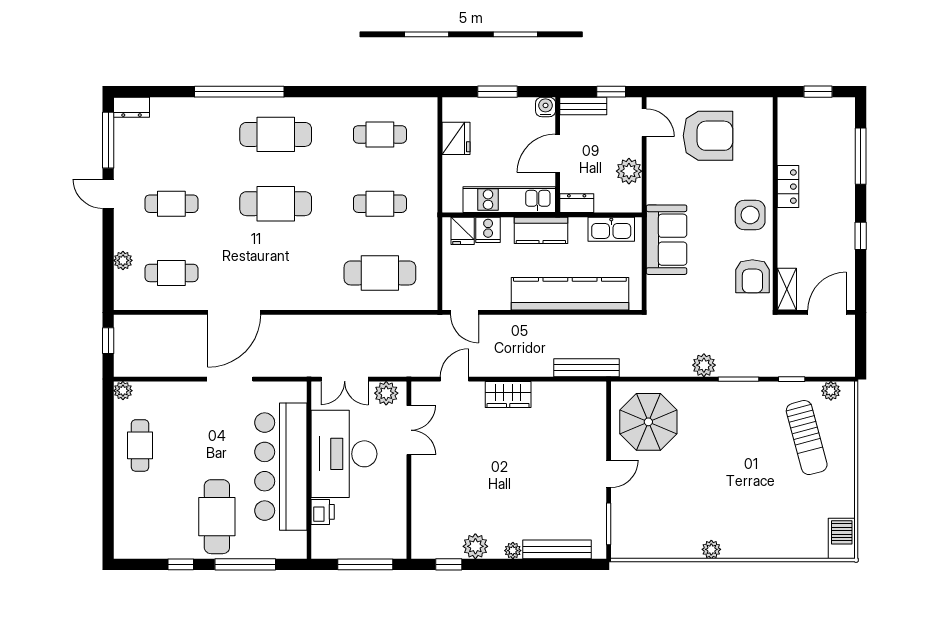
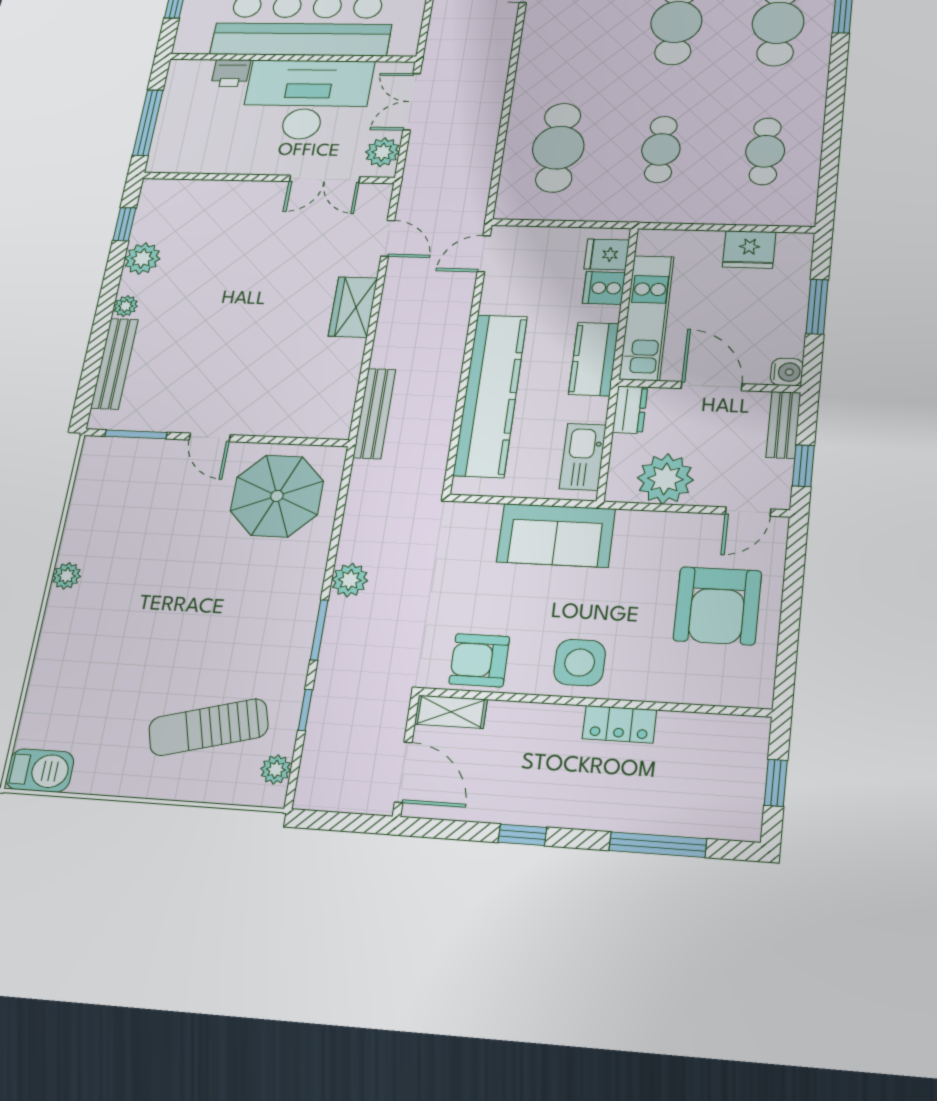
plant: (629, 171) -> (665, 479), width x1.36, depth x1.36

